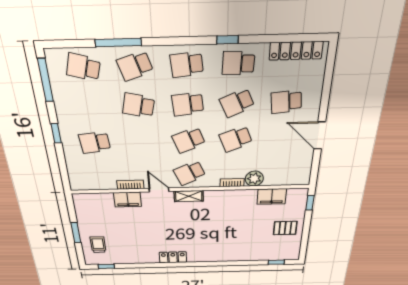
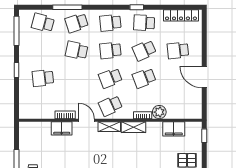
shelving: (220, 196) -> (133, 127), added

